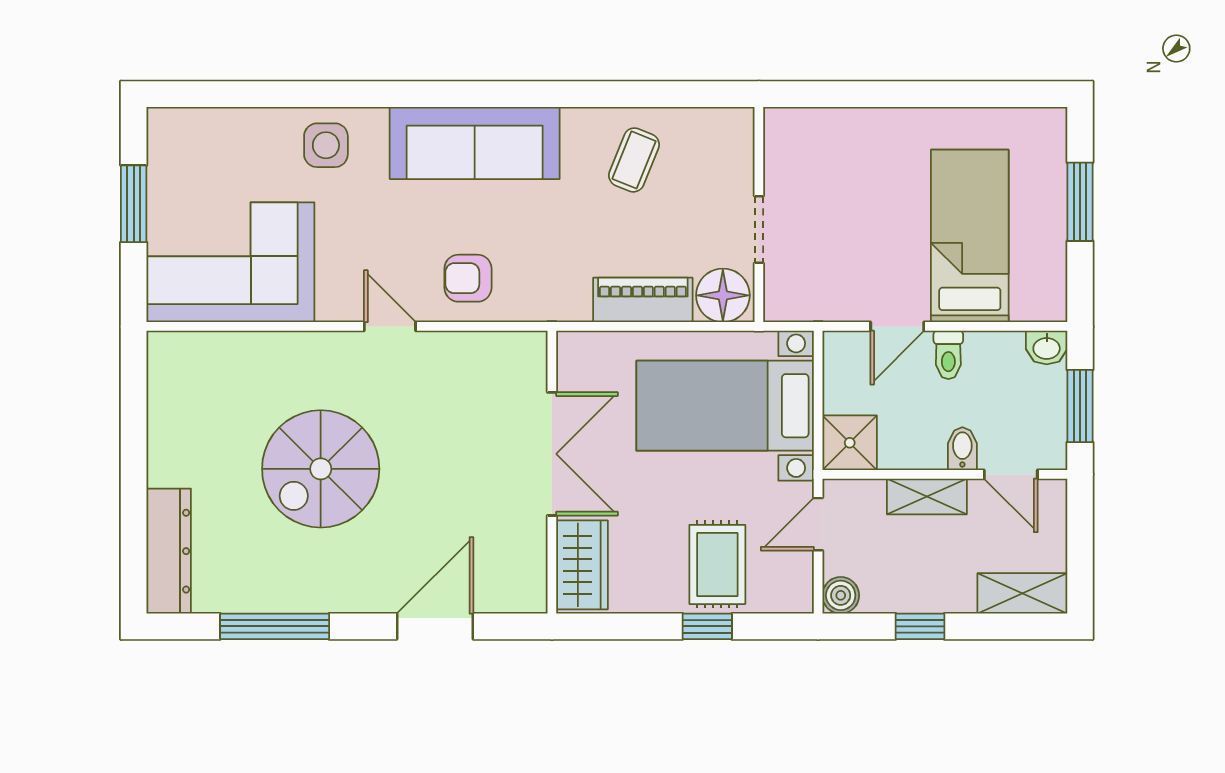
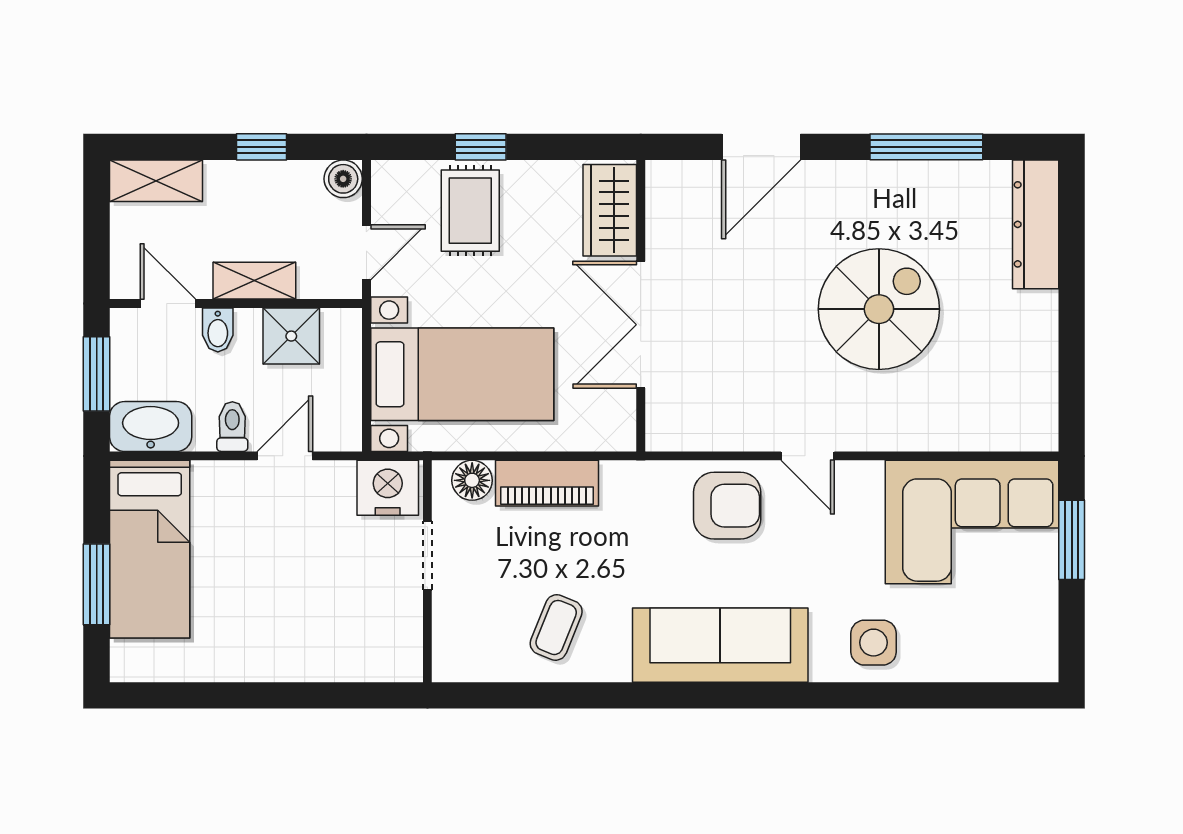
window: (134, 204) -> (1072, 540), moved
bed: (970, 236) -> (150, 549), moved
armchair: (468, 278) -> (727, 506), width x1.38, depth x1.38
floor lamp: (723, 295) -> (472, 480), width x0.73, depth x0.73
nightstand: (797, 295) -> (388, 488), added
washbasin: (1047, 347) -> (151, 426), width x1.91, depth x1.45
shower: (850, 443) -> (291, 336), moved

